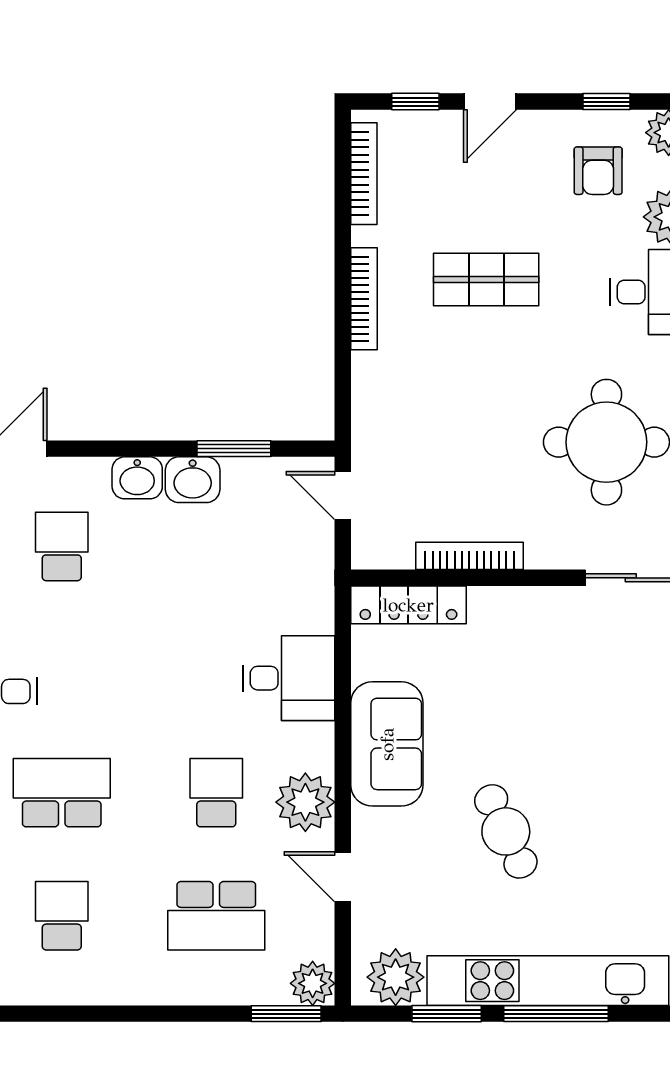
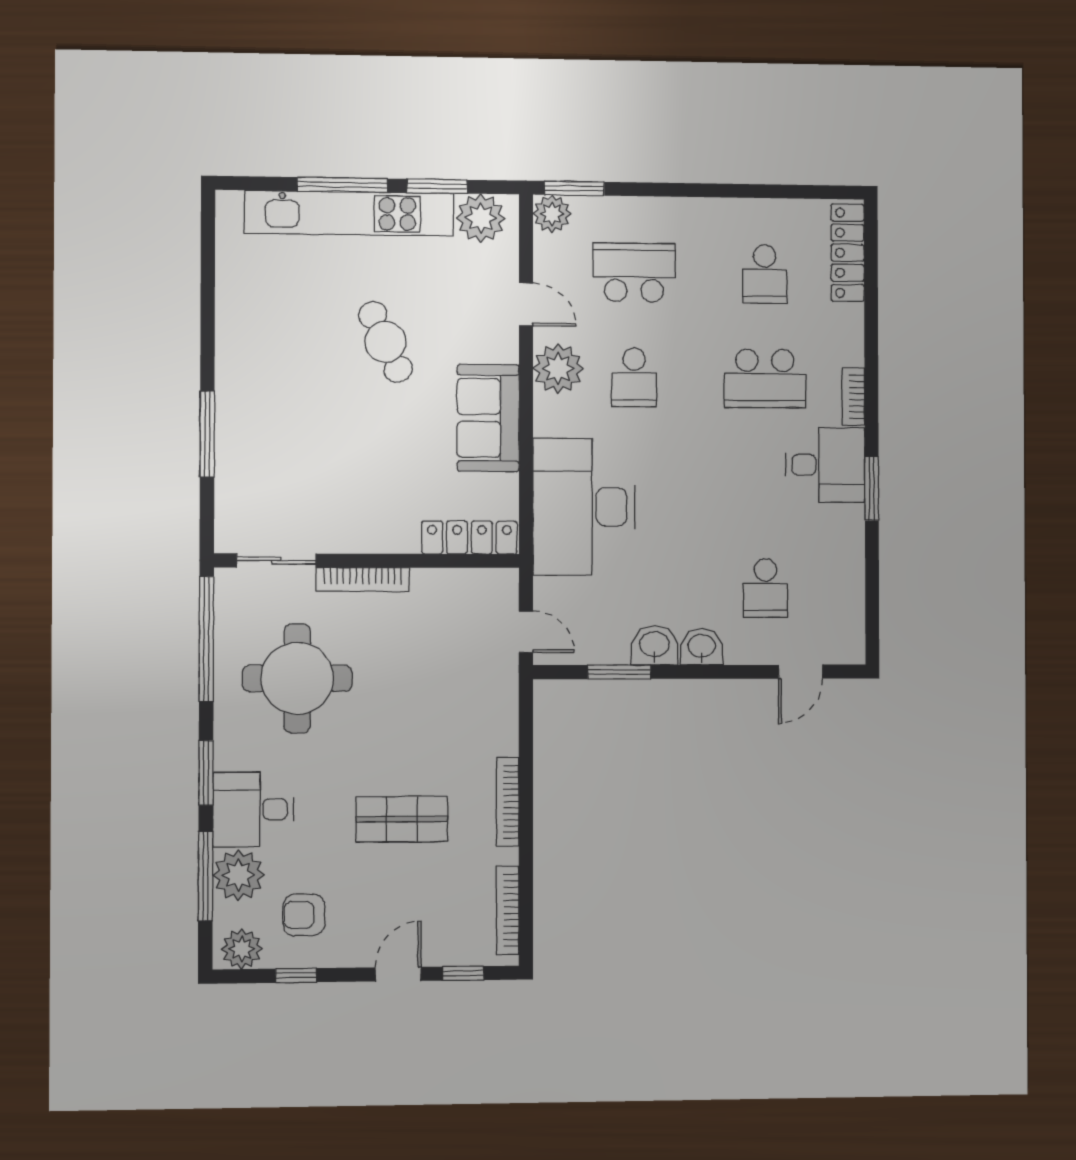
armchair: (598, 171) -> (304, 915), turned -90
bookcase: (469, 556) -> (363, 580), moved
desk: (289, 678) -> (584, 507), width x1.87, depth x1.30

